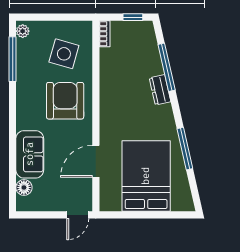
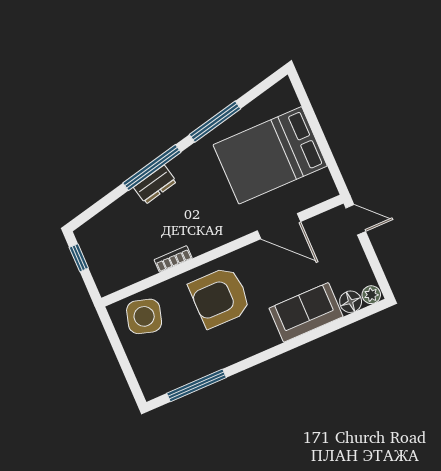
plant: (23, 31) -> (371, 295), moved
bookcase: (105, 34) -> (173, 259), moved
side table: (64, 54) -> (144, 316), moved
window: (167, 67) -> (152, 168), moved

